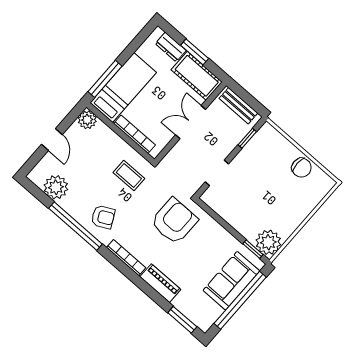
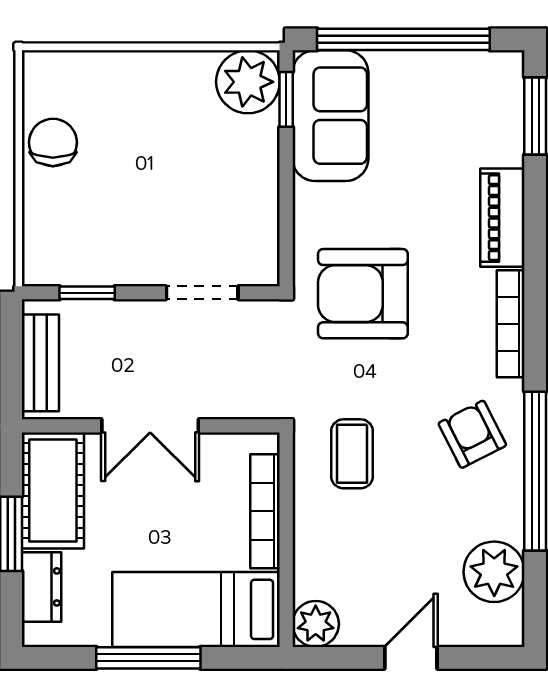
window: (105, 79) -> (148, 658), moved
sofa: (231, 281) -> (330, 116), moved, turned -90

